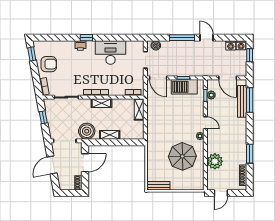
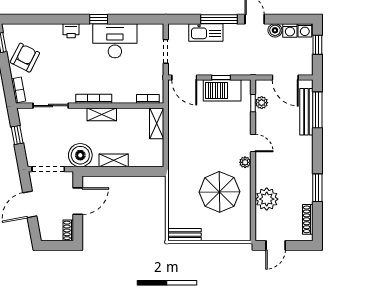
window: (86, 38) -> (99, 19), moved
boiler: (156, 45) -> (275, 30), moved
kitchen sink: (173, 47) -> (206, 32), added
armchair: (49, 64) -> (25, 58), turned -63

